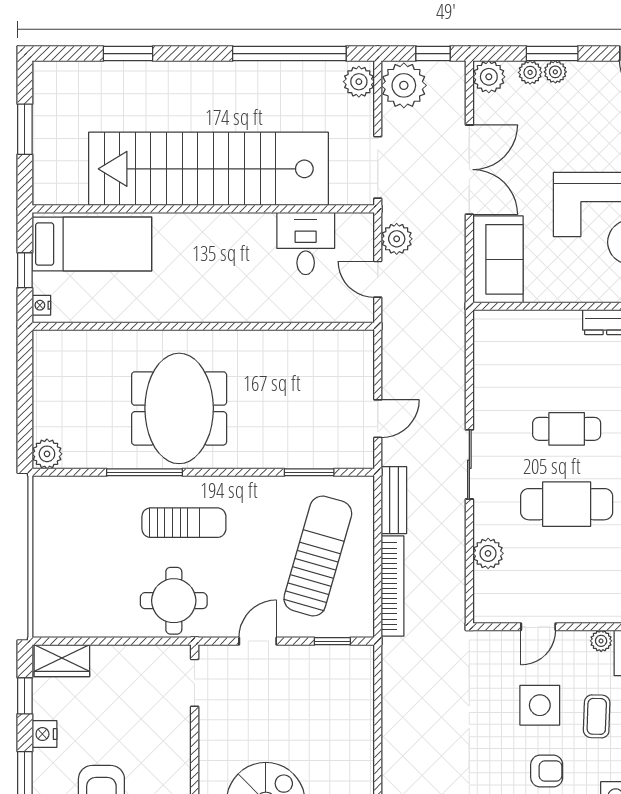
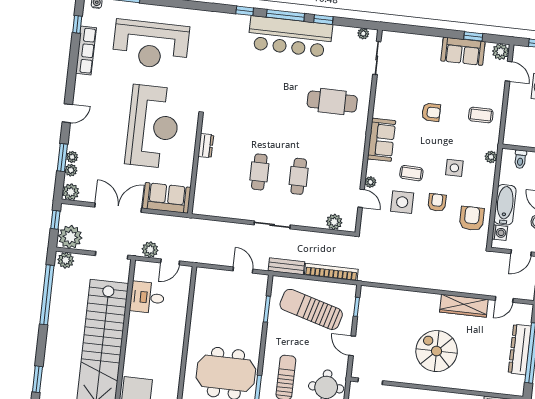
cafe table: (567, 504) -> (299, 176), width x0.73, depth x0.74
plant: (488, 553) -> (334, 222), moved
plant: (601, 641) -> (370, 182), moved

